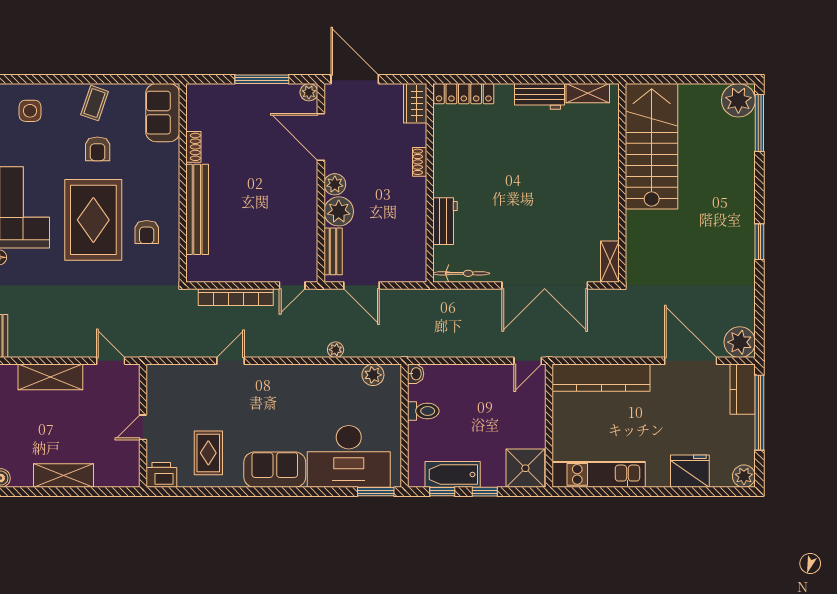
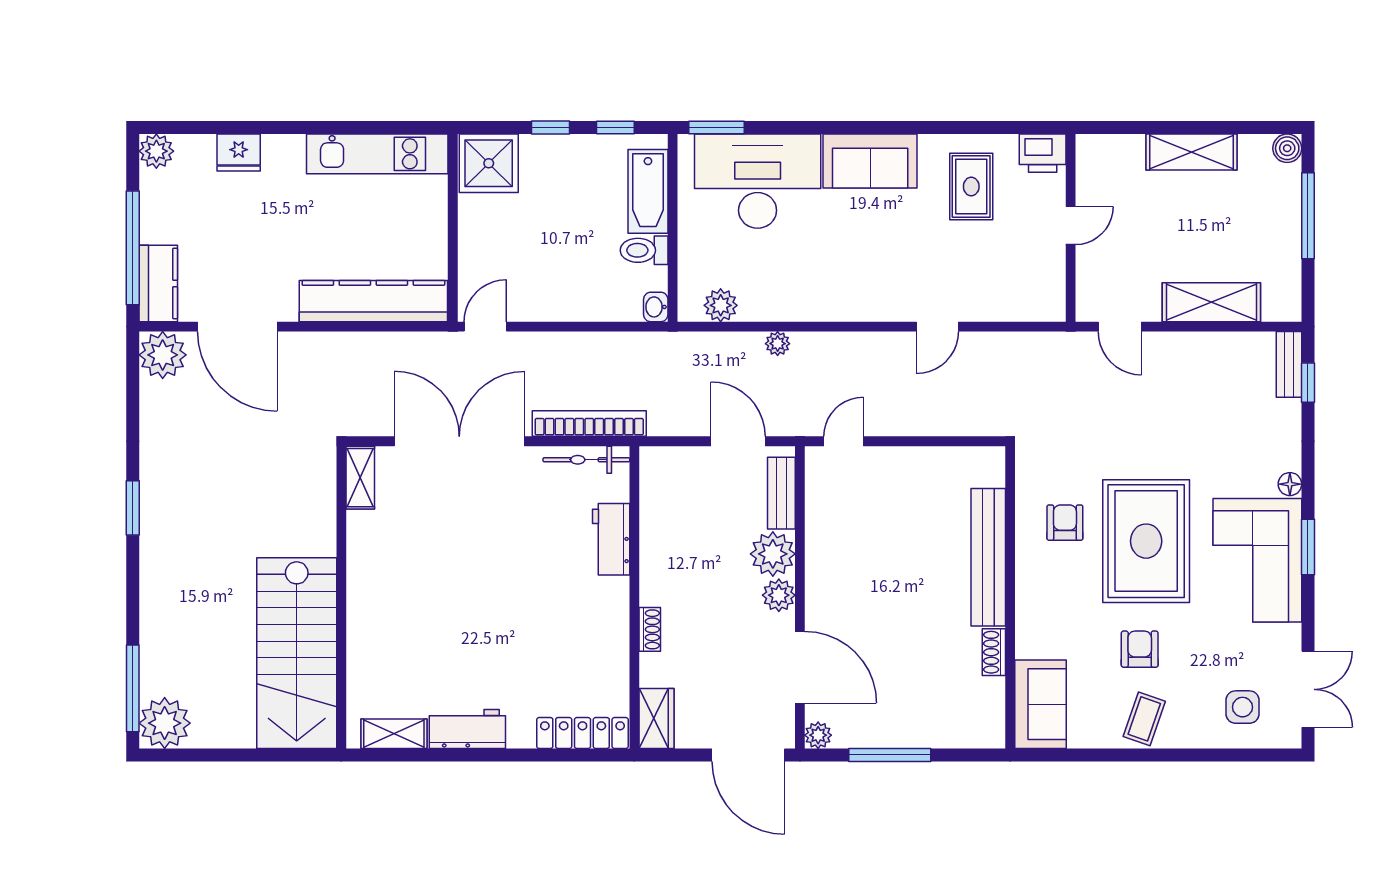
bookcase: (236, 297) -> (589, 424), moved
fridge: (690, 471) -> (239, 152), width x0.73, depth x0.75
bathtub: (453, 474) -> (648, 191), moved, turned 90

